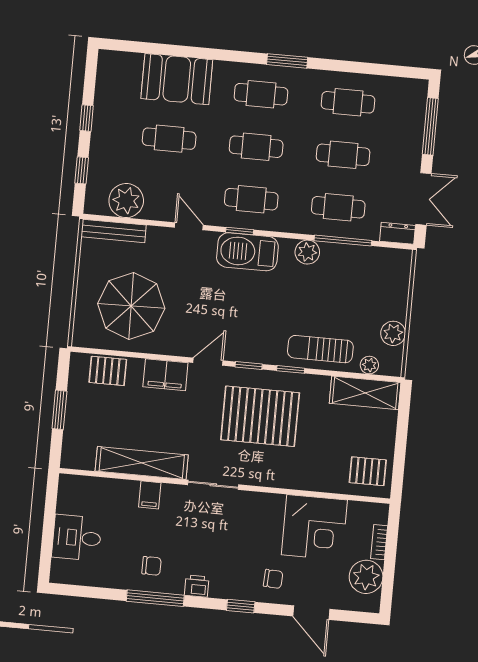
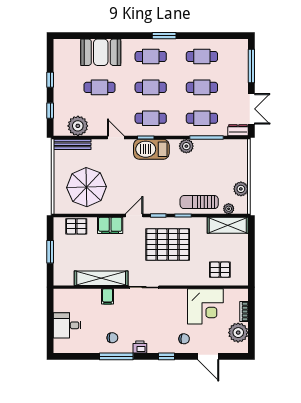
pallet: (368, 471) -> (220, 270), moved

